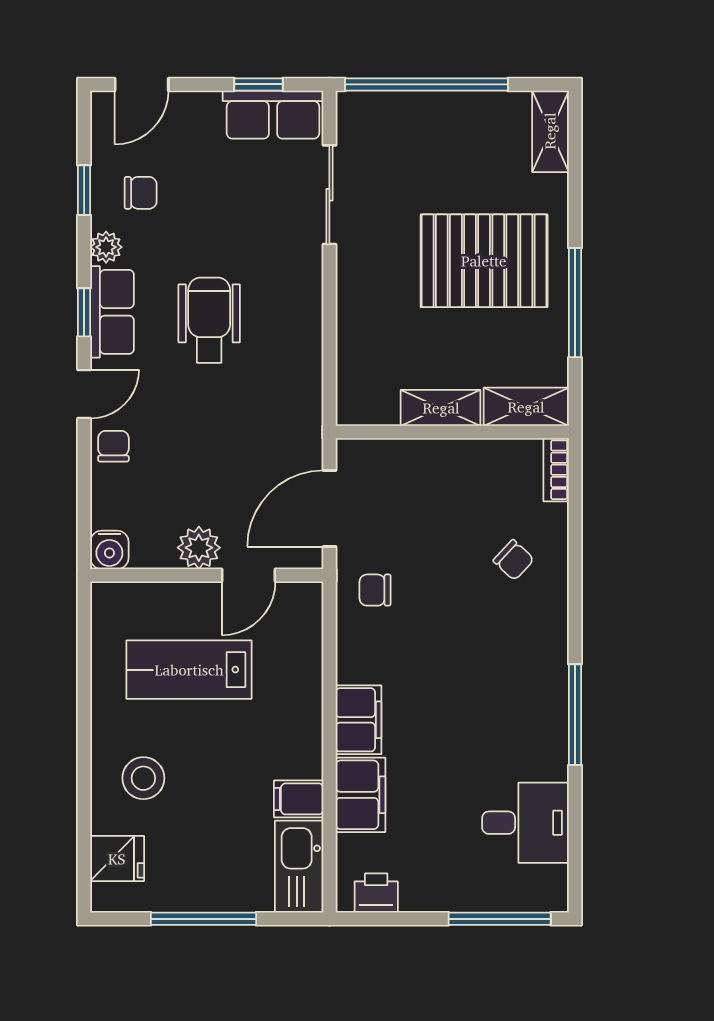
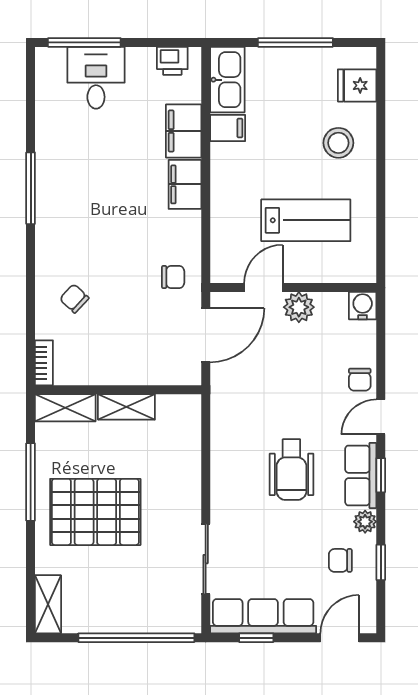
row of seats: (273, 115) -> (263, 616), width x1.48
desk: (525, 823) -> (96, 78), moved, turned 90

